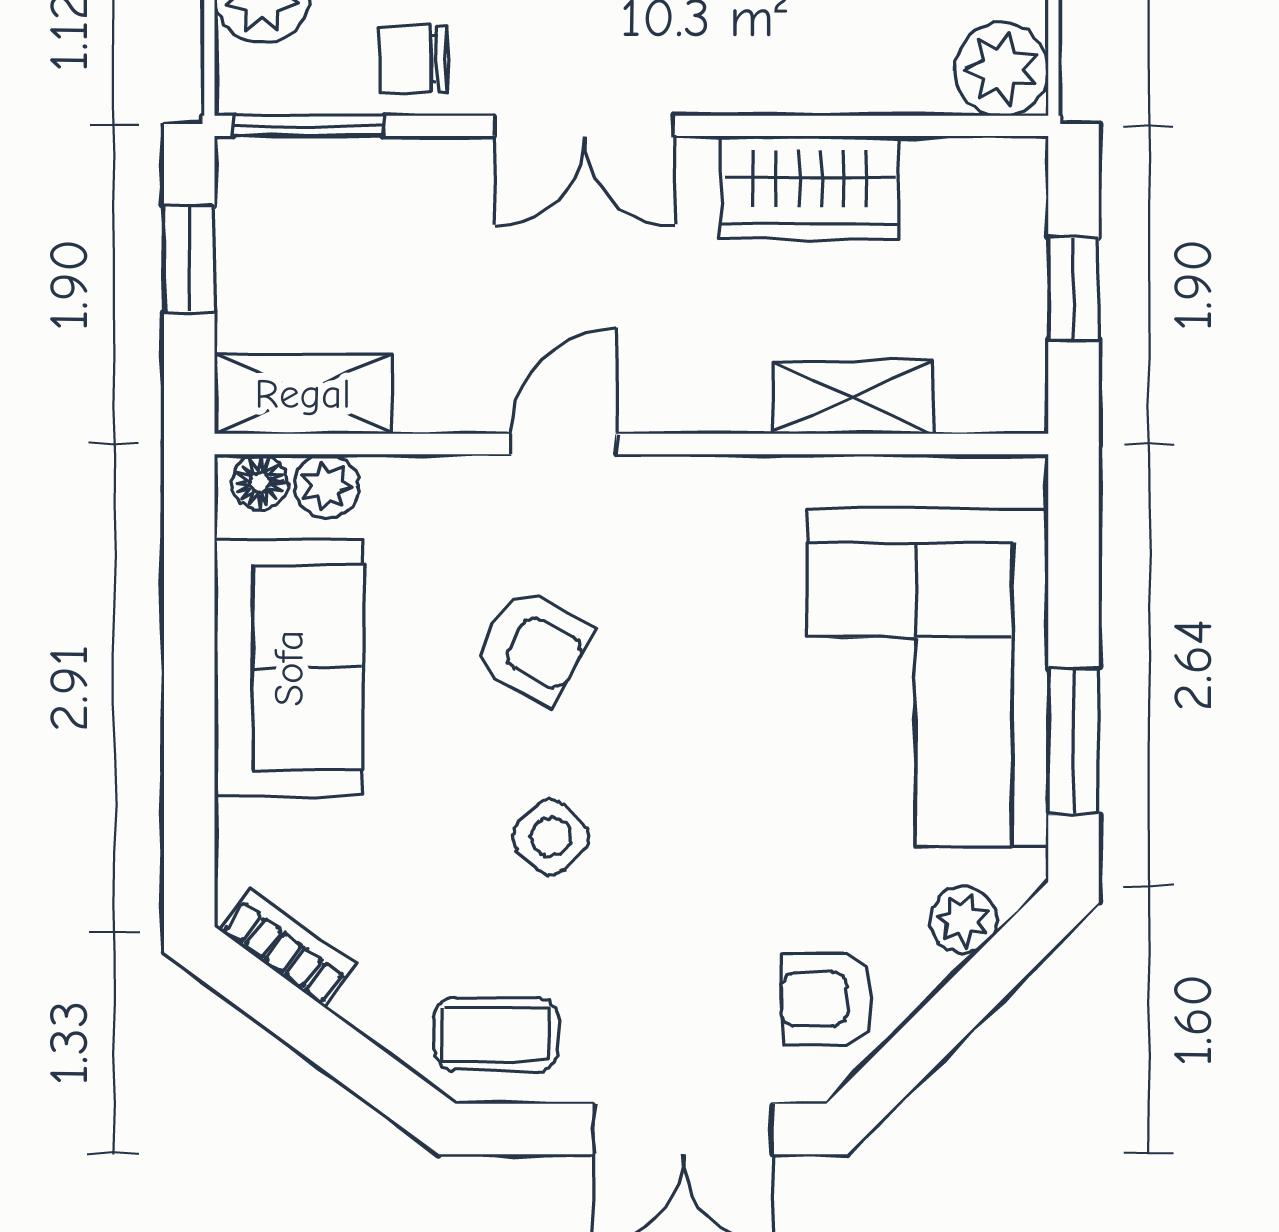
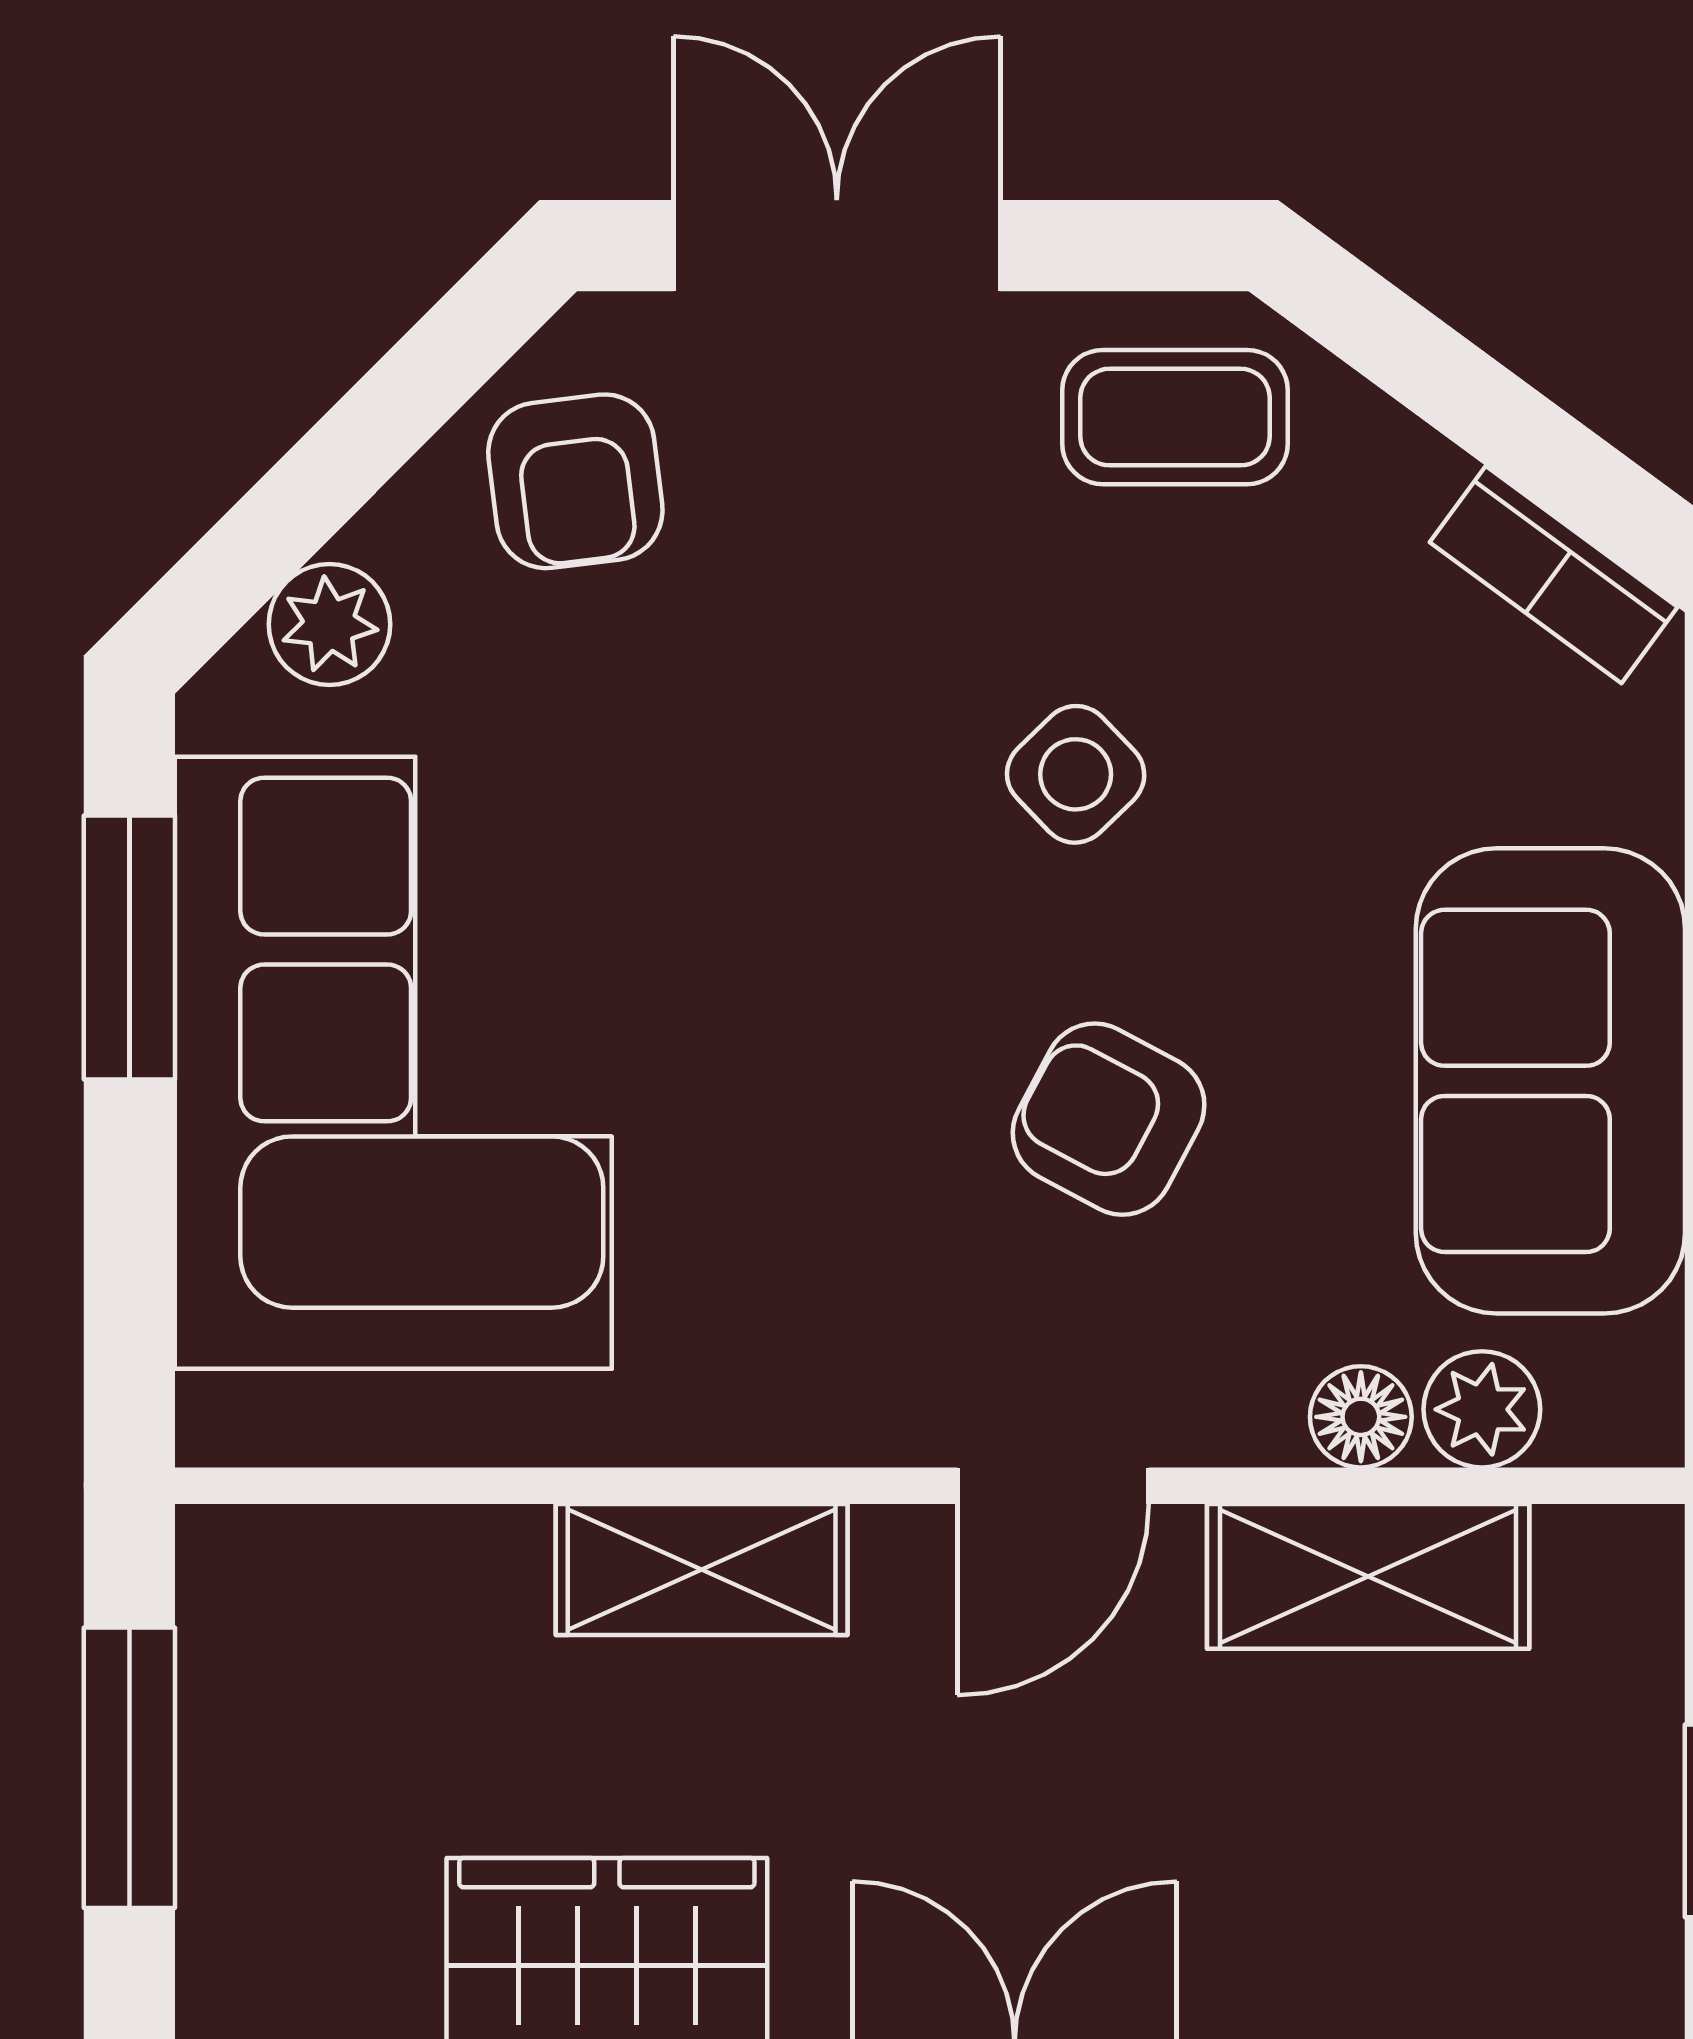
window: (1074, 288) -> (129, 1768), width x1.50
shelving: (303, 394) -> (1368, 1576), moved
shelving: (852, 398) -> (702, 1569), moved
floor lamp: (260, 482) -> (1361, 1417), moved
armchair: (827, 999) -> (575, 481), turned 83

